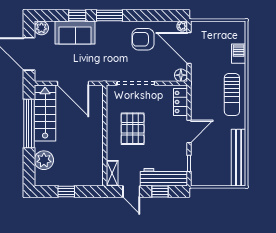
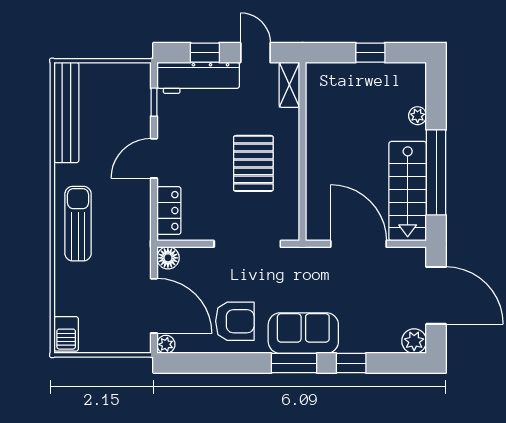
sofa: (75, 32) -> (303, 333), moved
barbecue: (239, 54) -> (66, 334), moved
plant: (44, 160) -> (418, 116), width x0.53, depth x0.53

